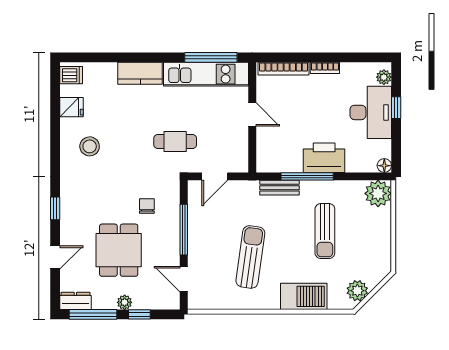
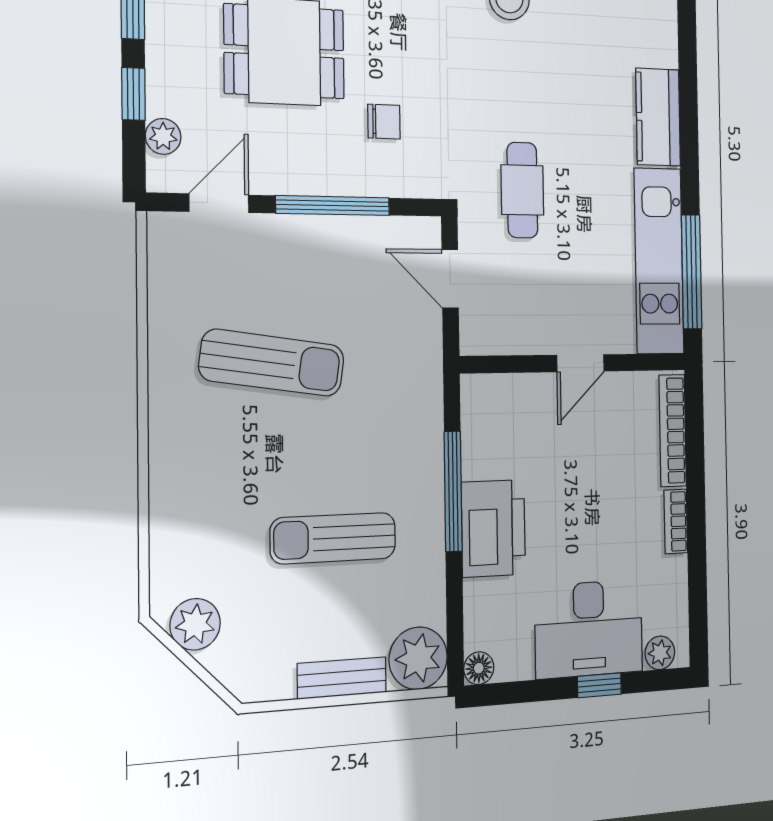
bench: (279, 188) -> (342, 678), moved, turned 90
barbecue: (304, 296) -> (180, 494), removed
plant: (125, 302) -> (163, 136), moved

